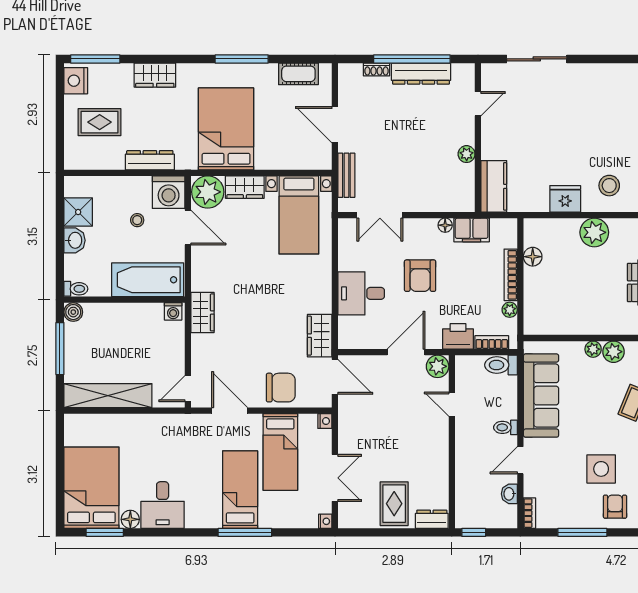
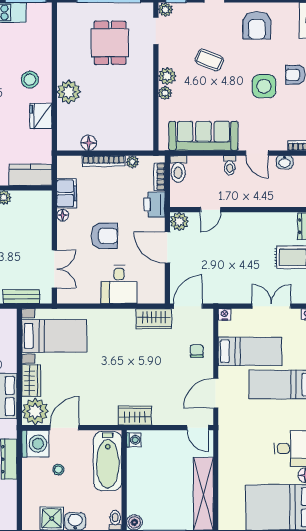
chair: (281, 388) -> (197, 351), width x0.54, depth x0.54

